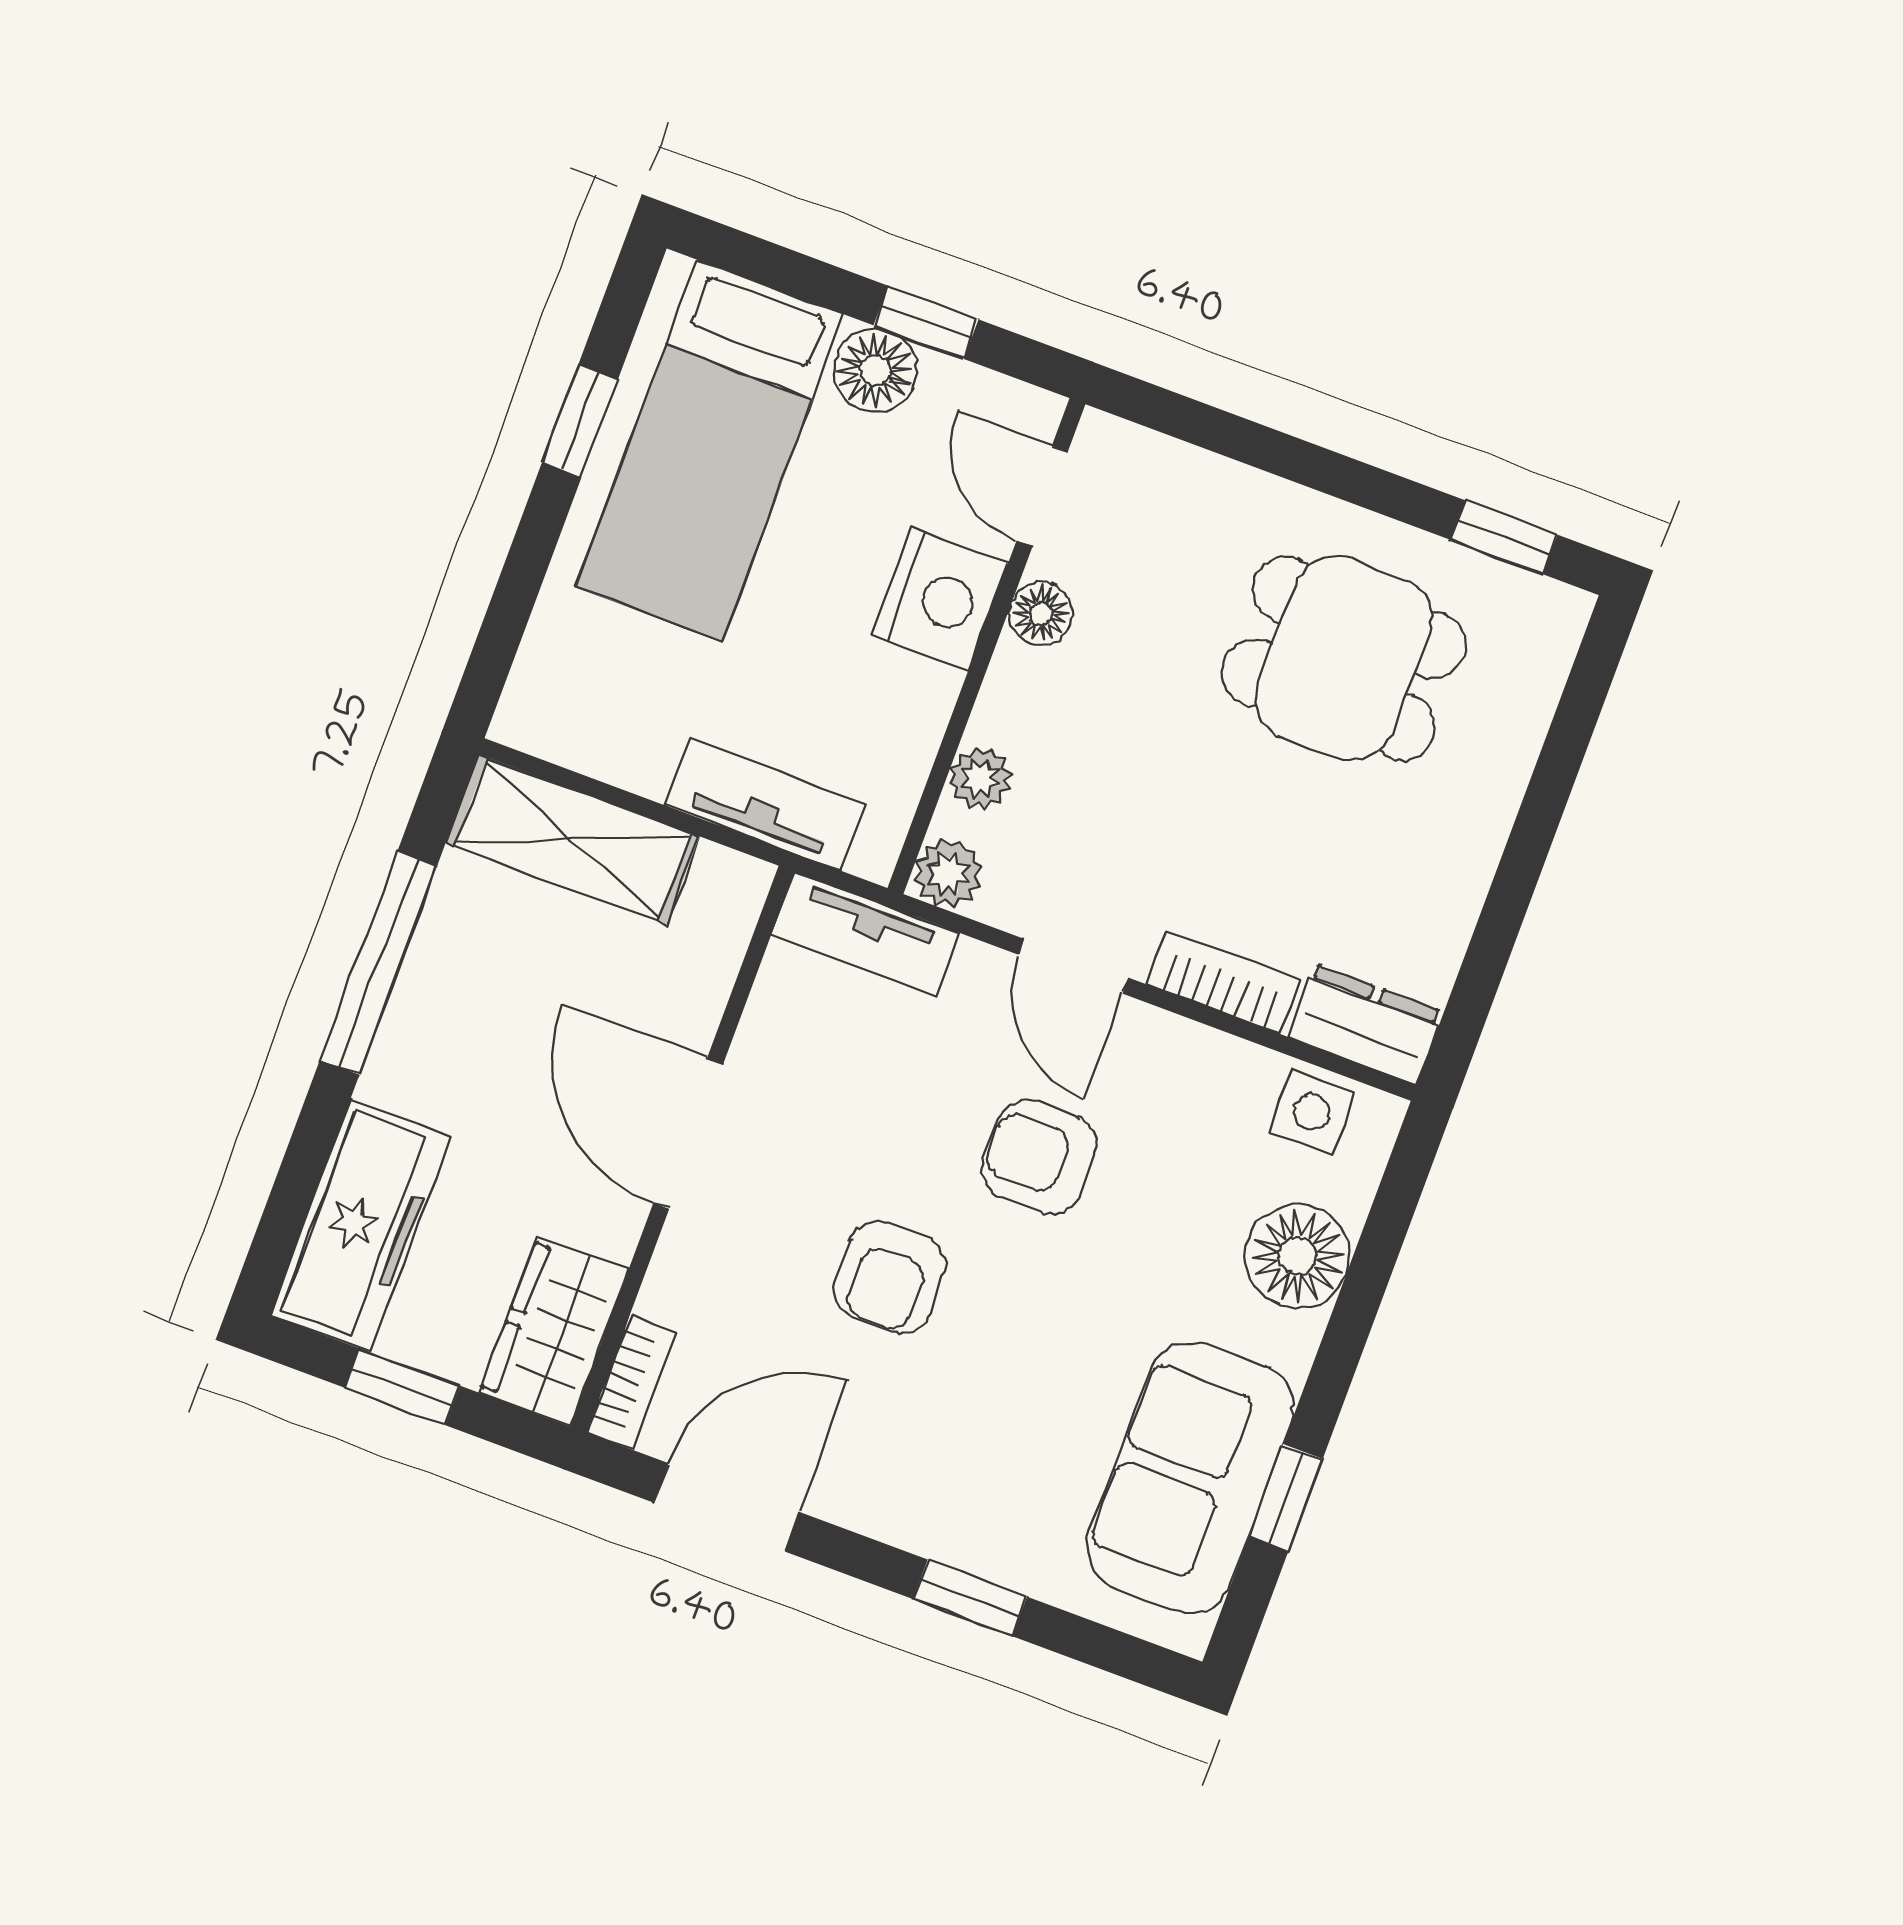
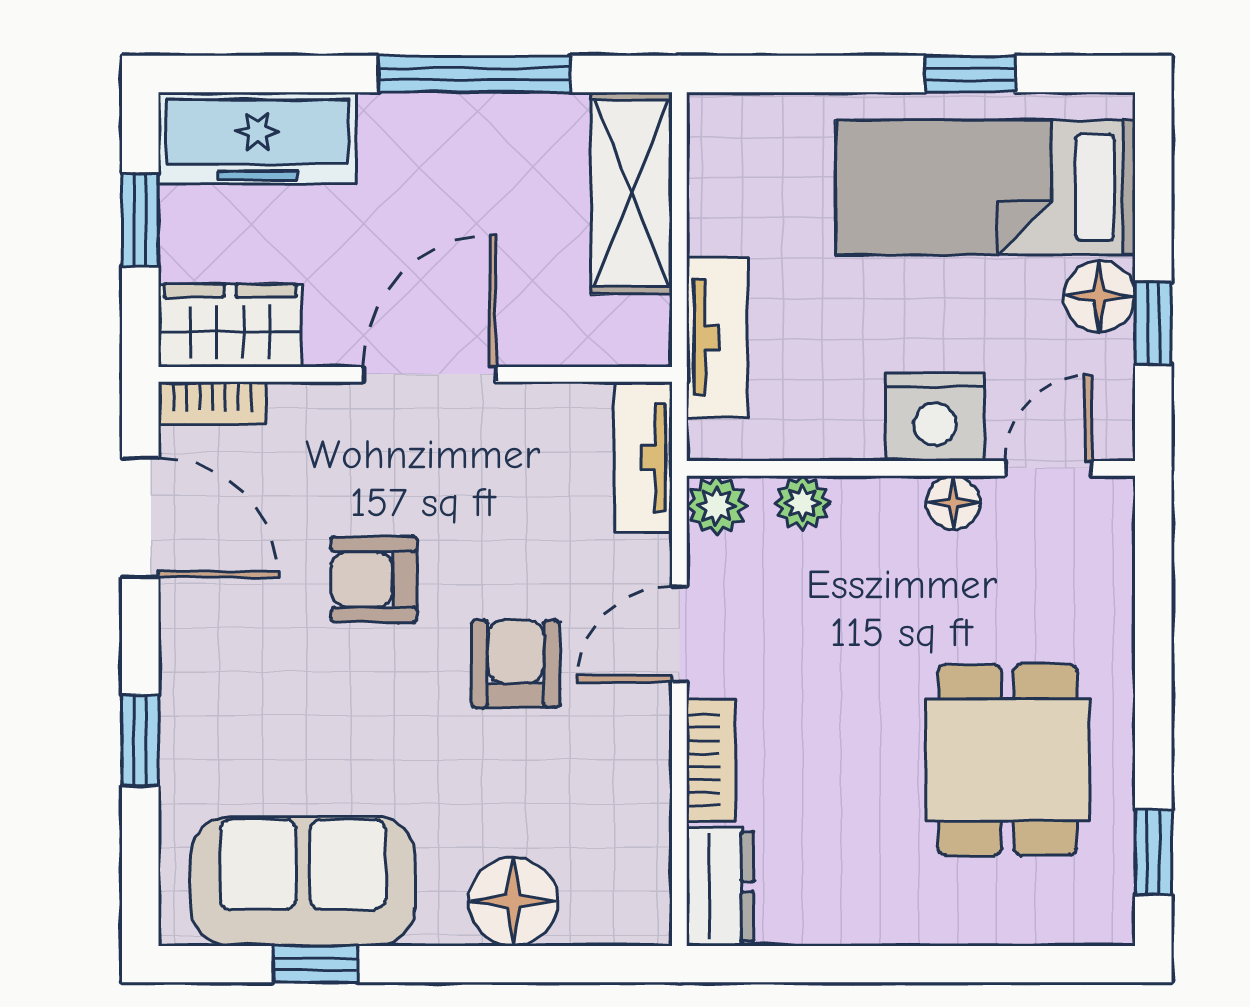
side table: (1312, 1112) -> (633, 870), removed

